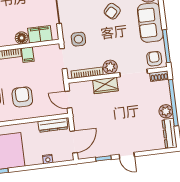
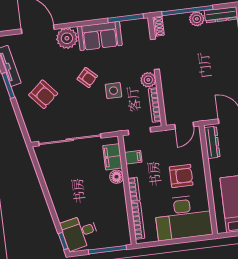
side table: (78, 39) -> (113, 91), moved
filing cabinet: (28, 55) -> (133, 157), moved
armchair: (154, 59) -> (139, 32), removed
wardrobe: (105, 85) -> (169, 85), removed
armchair: (22, 97) -> (181, 176), turned 180

